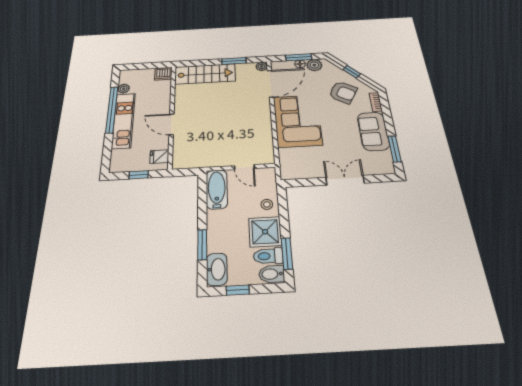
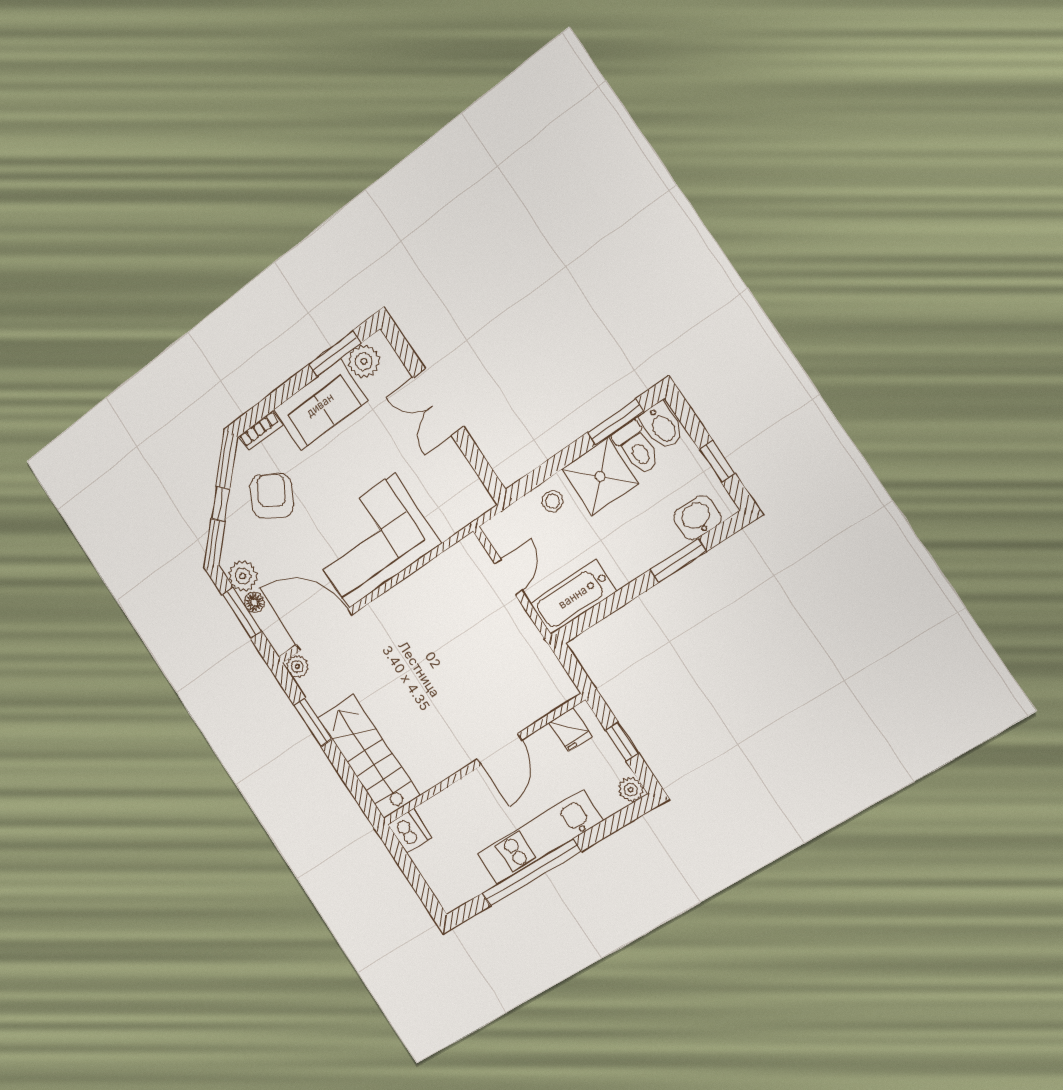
plant: (124, 89) -> (631, 790), moved
plant: (384, 159) -> (364, 361), added
washbasin: (217, 269) -> (697, 518), width x0.72

